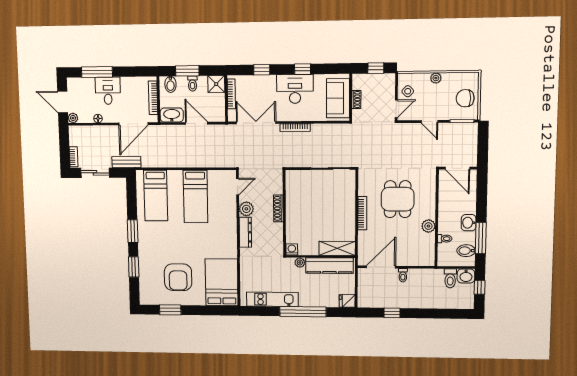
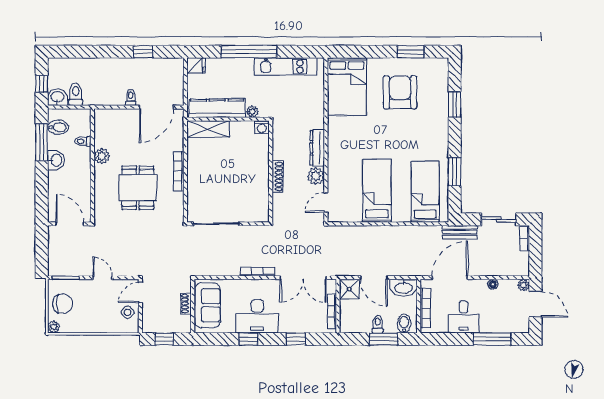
plant: (436, 78) -> (54, 327), moved
shower: (216, 84) -> (349, 289), moved
desk: (108, 91) -> (464, 317), moved
window: (133, 231) -> (455, 172), moved

